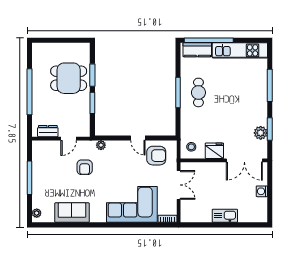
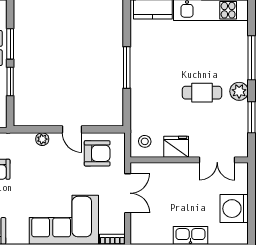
cafe table: (198, 92) -> (202, 93), moved, turned 90
plant: (261, 133) -> (239, 91), moved
plant: (101, 145) -> (42, 139), moved
double door: (244, 160) -> (217, 160), width x0.73
washing machine: (262, 191) -> (234, 209), width x1.89, depth x1.89

